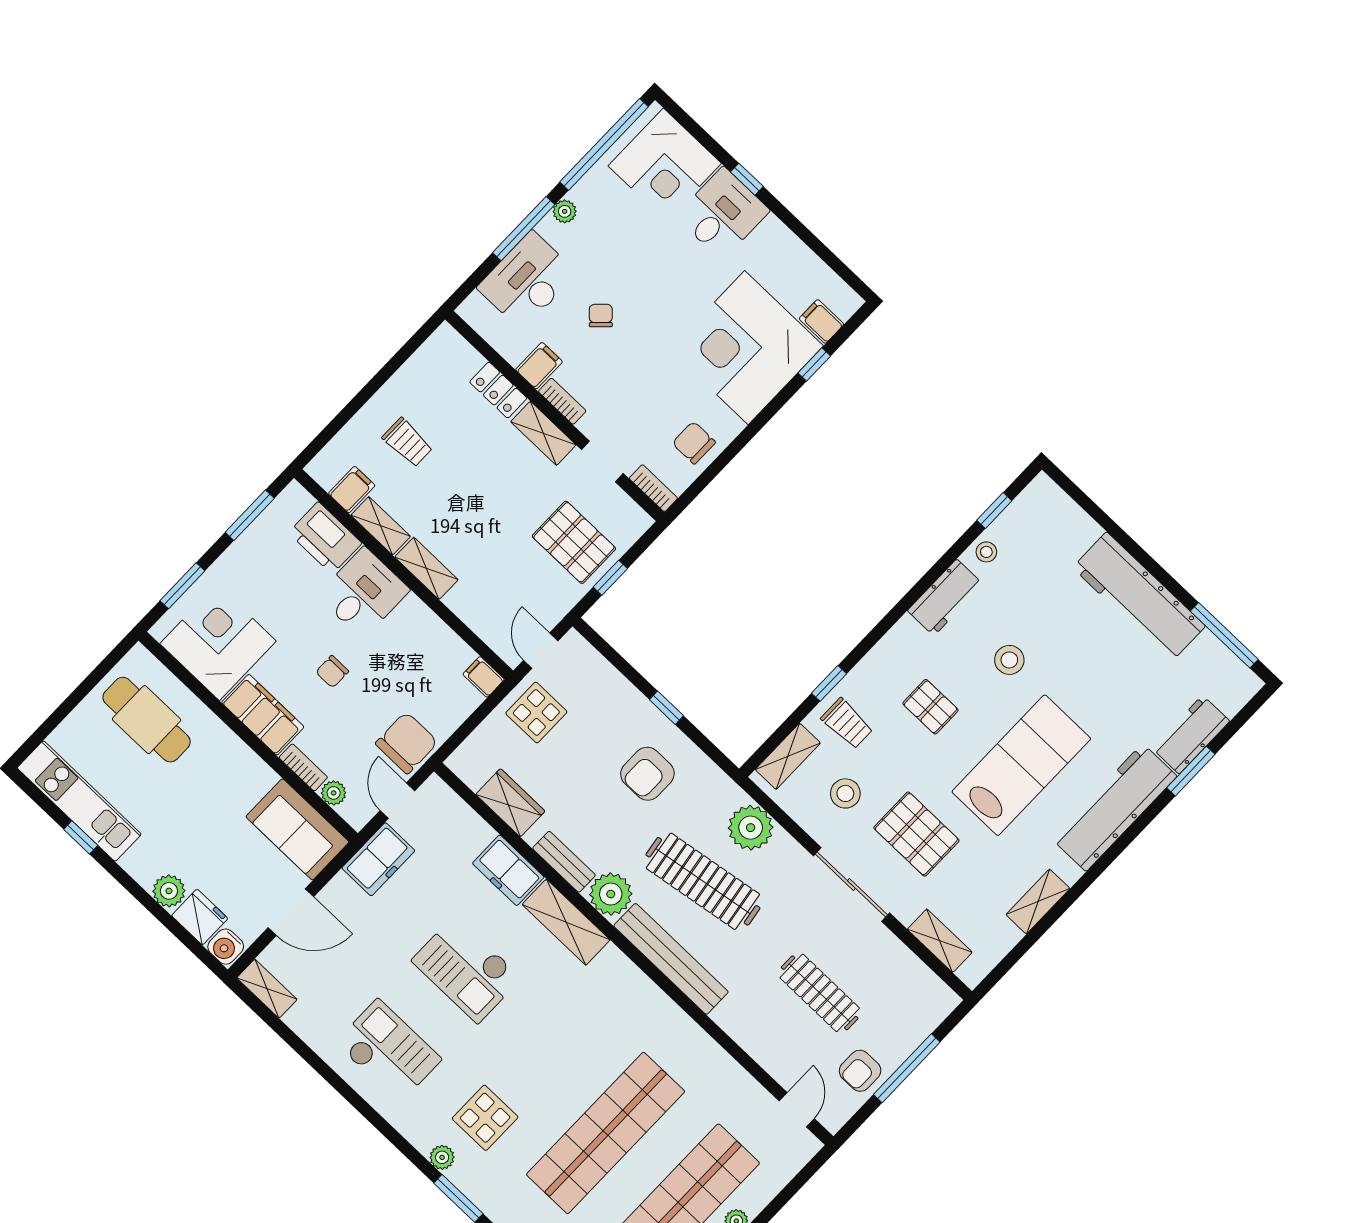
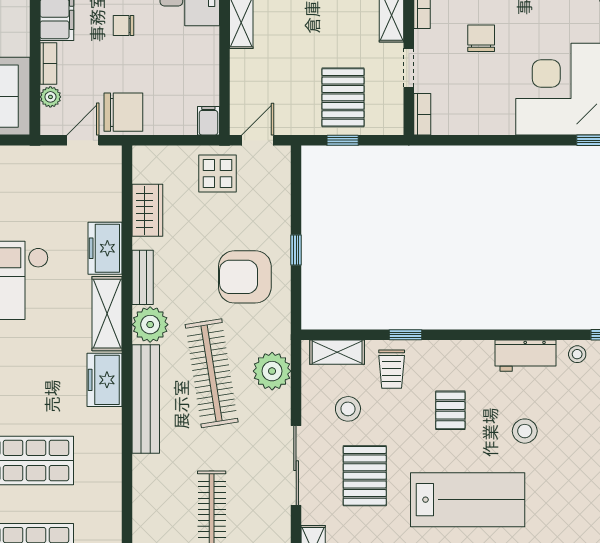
chair: (694, 443) -> (481, 38), moved
armchair: (647, 774) -> (245, 277), width x1.36, depth x1.36
freezer: (378, 859) -> (105, 380), moved, turned 90

